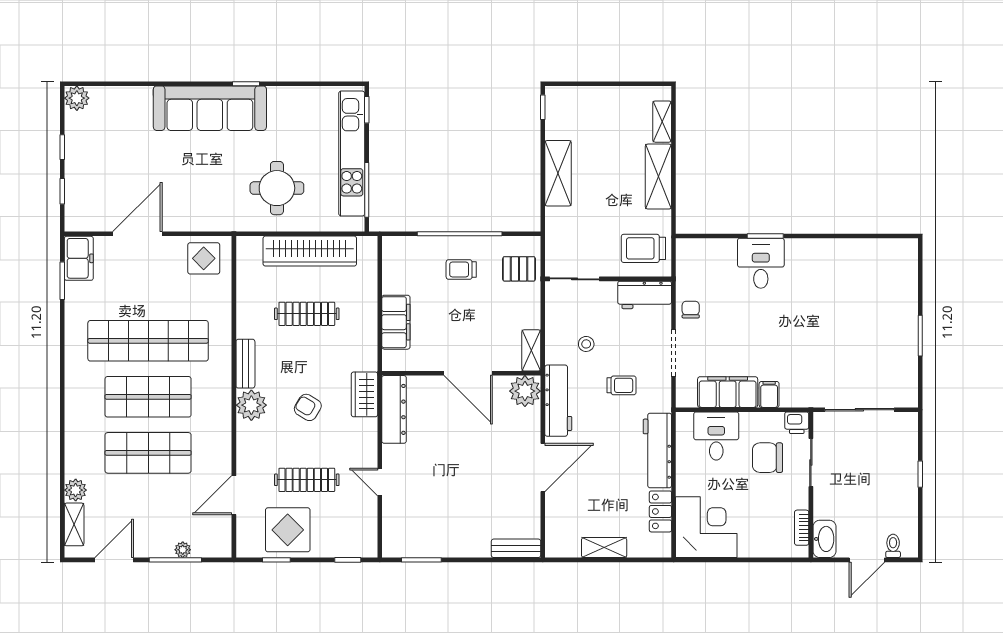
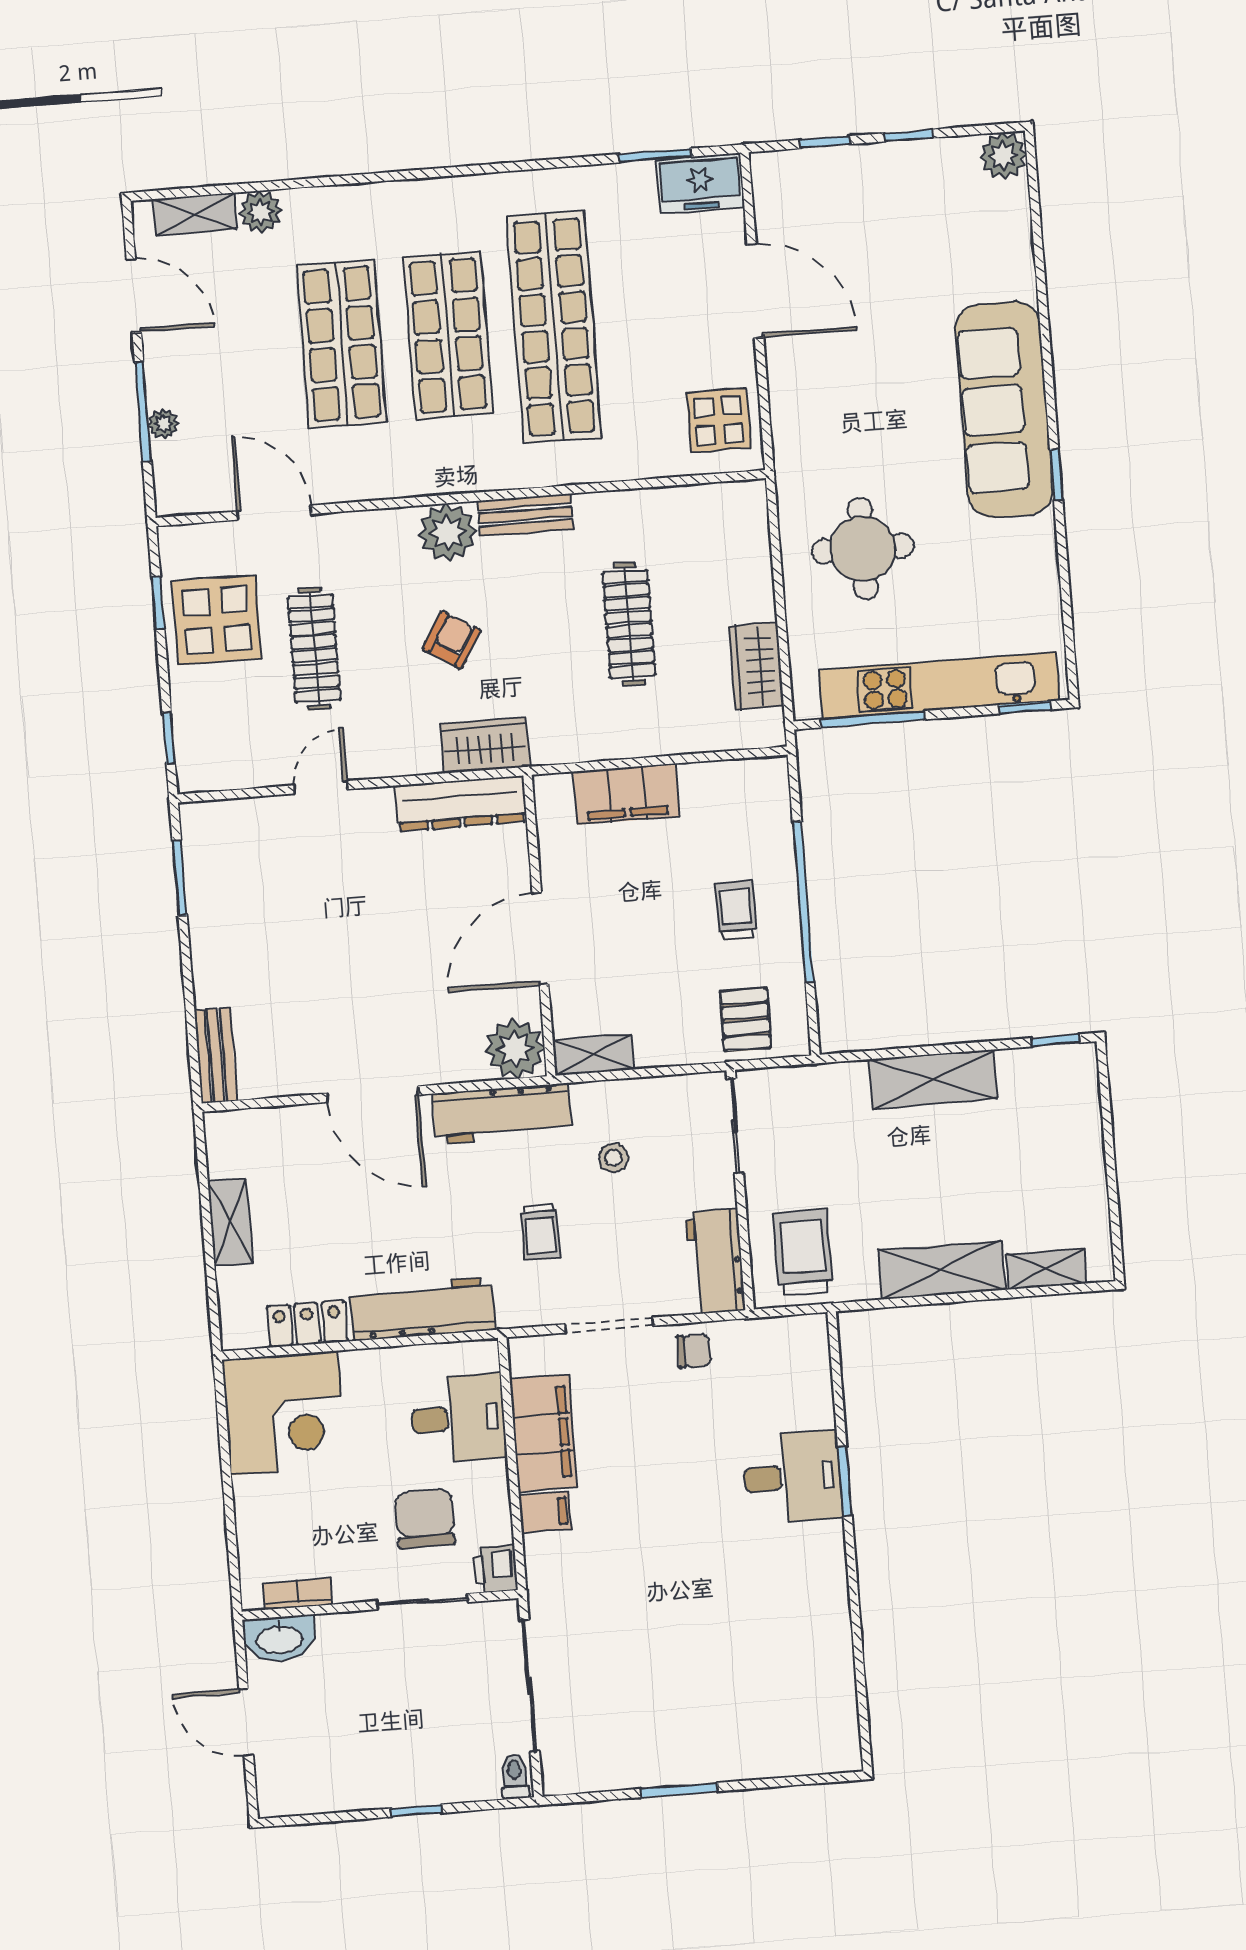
wardrobe: (310, 251) -> (756, 666), width x0.48, depth x0.85
toilet: (893, 546) -> (515, 1776), moved, turned -90

